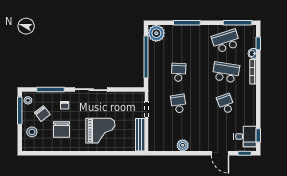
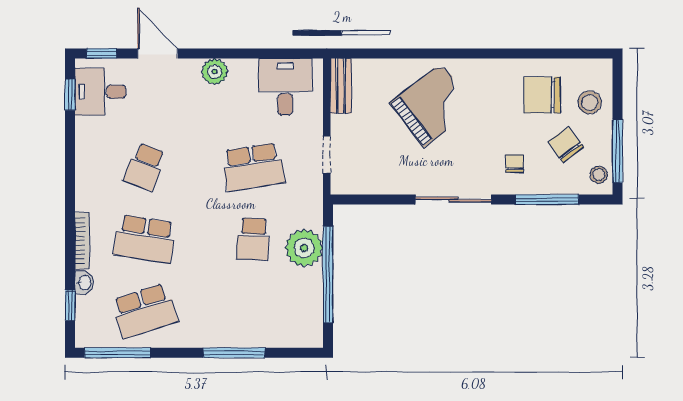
plant: (156, 33) -> (304, 248), moved
school desk: (178, 104) -> (253, 167), width x1.85
school desk: (226, 104) -> (145, 167), turned 42
chair: (61, 129) -> (542, 95), moved, turned -90
grand piano: (100, 131) -> (433, 105), turned 143
bench: (140, 135) -> (341, 86), width x0.73
desk: (165, 139) -> (285, 87), added
plant: (183, 145) -> (215, 72), moved

